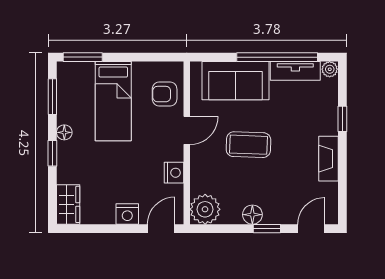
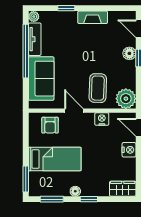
coffee table: (248, 145) -> (98, 88), moved
floor lamp: (252, 215) -> (129, 53), moved

